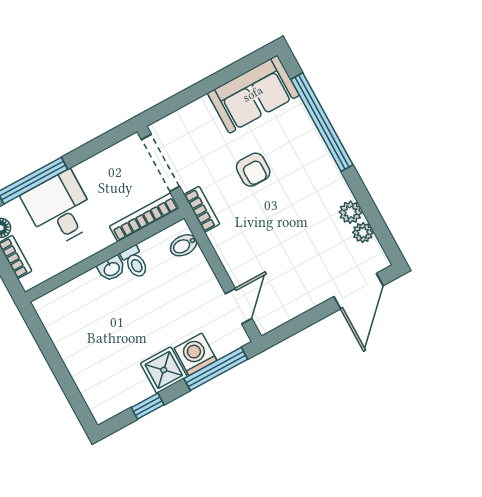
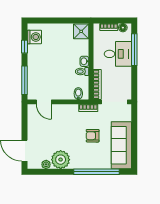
sofa: (253, 94) -> (121, 145), width x1.36
plant: (350, 212) -> (61, 160), width x1.87, depth x1.87
washing machine: (195, 354) -> (34, 37), moved
shower: (164, 370) -> (81, 31), moved

